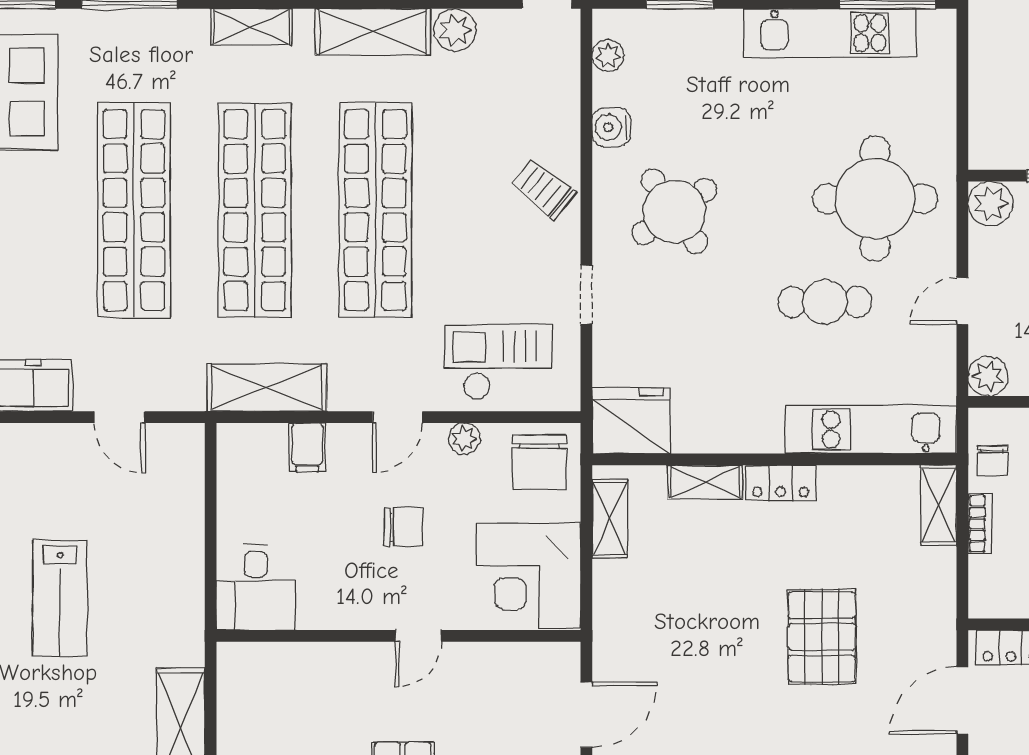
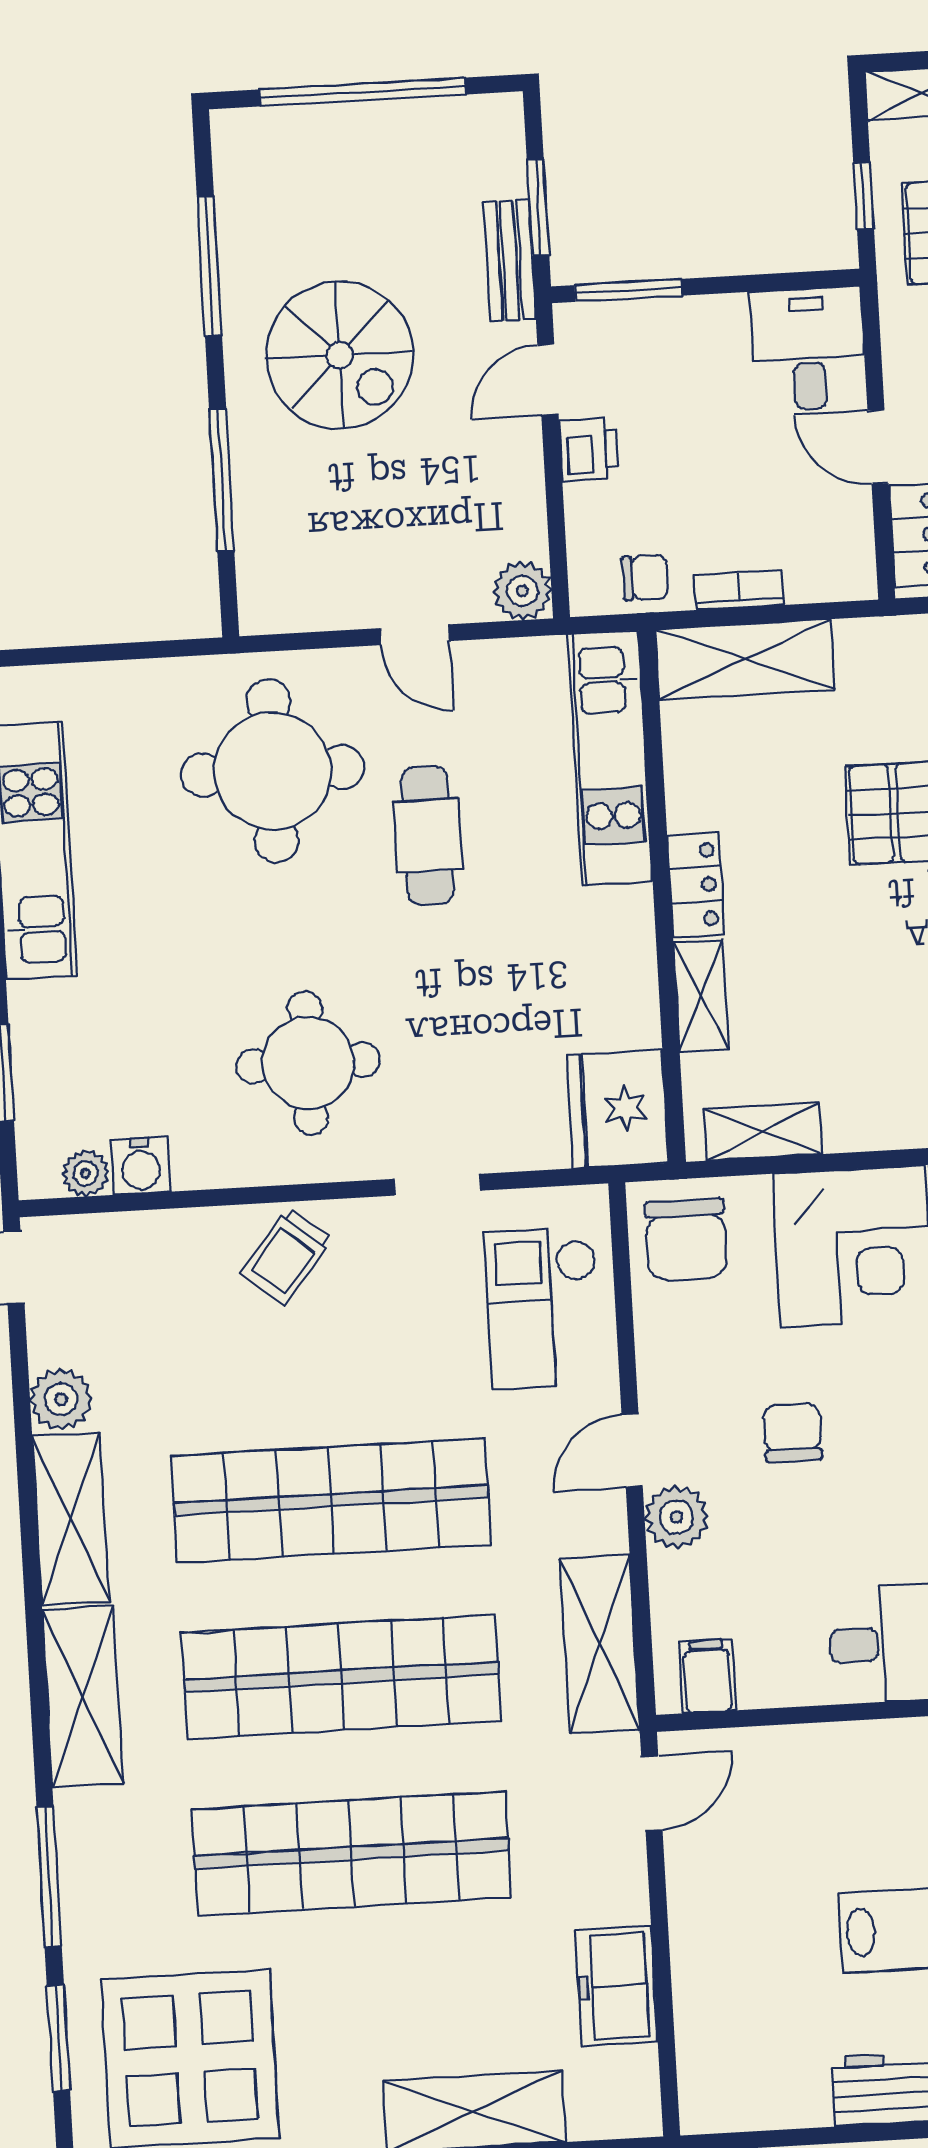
shelving: (252, 27) -> (83, 1696), width x1.50, depth x1.33
water cooler: (611, 127) -> (141, 1166), moved
plant: (990, 204) -> (270, 602), removed
round table: (674, 211) -> (308, 1063), turned 35
door: (119, 417) -> (652, 1793), moved
door: (398, 417) -> (632, 1450), swing flipped
plant: (464, 439) -> (676, 1517), moved, width x1.38, depth x1.38
filing cabinet: (307, 447) -> (707, 1676), moved, turned -90
chair: (539, 462) -> (686, 1240), turned 90
shelving: (939, 505) -> (745, 659), width x1.50, depth x1.33

